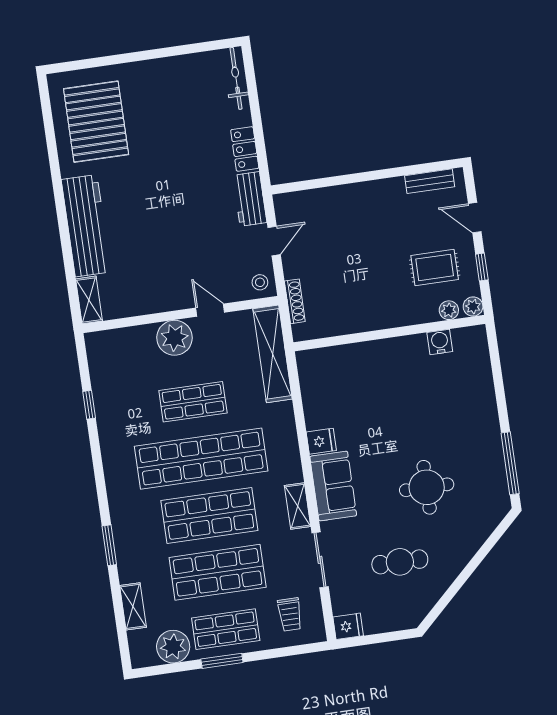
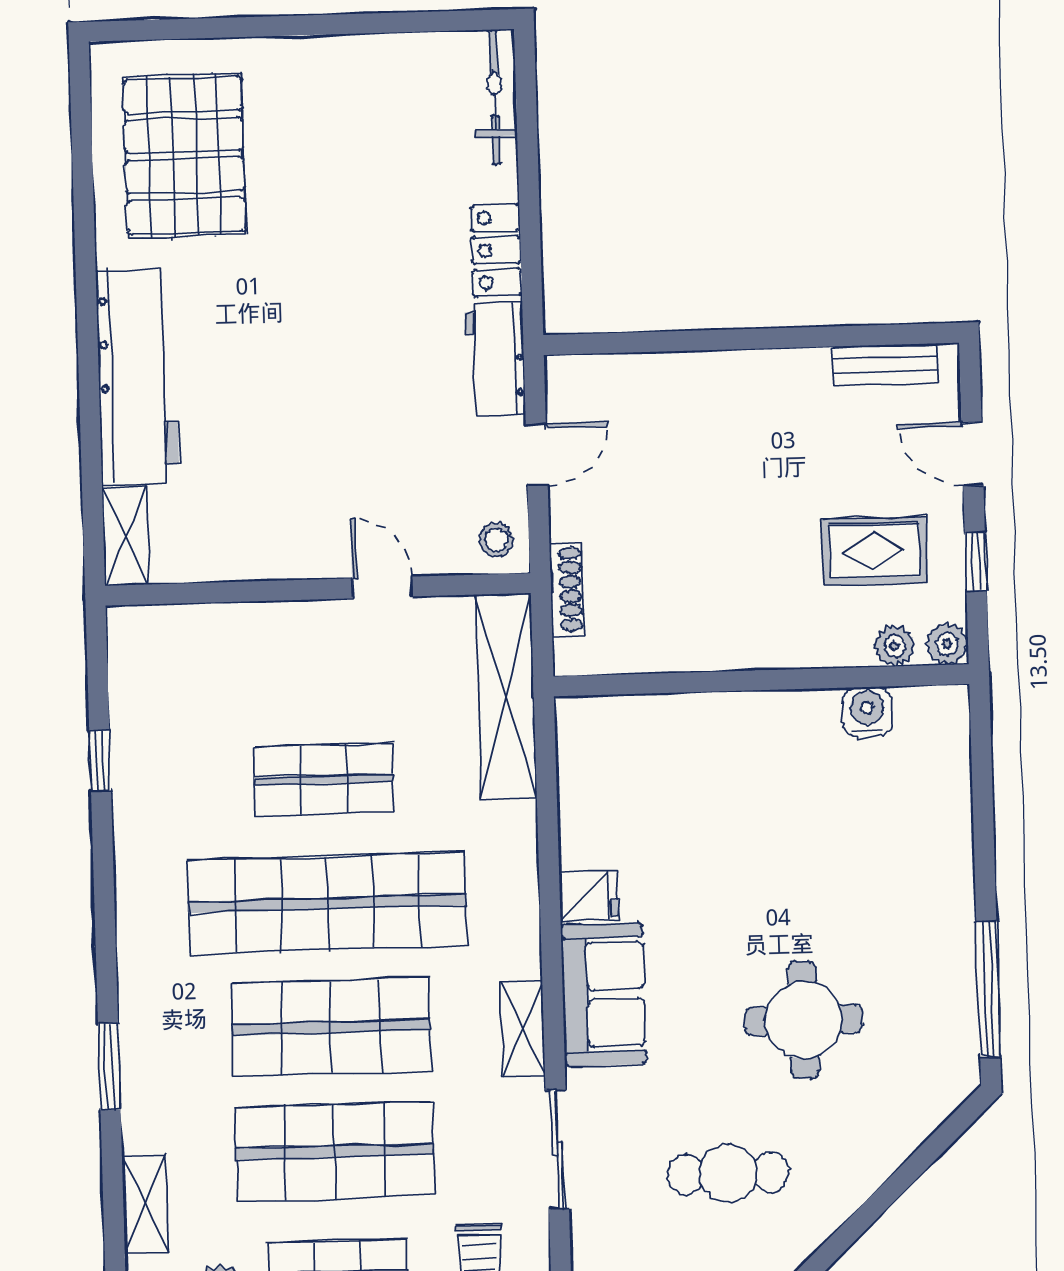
plant: (175, 338) -> (300, 638), removed

